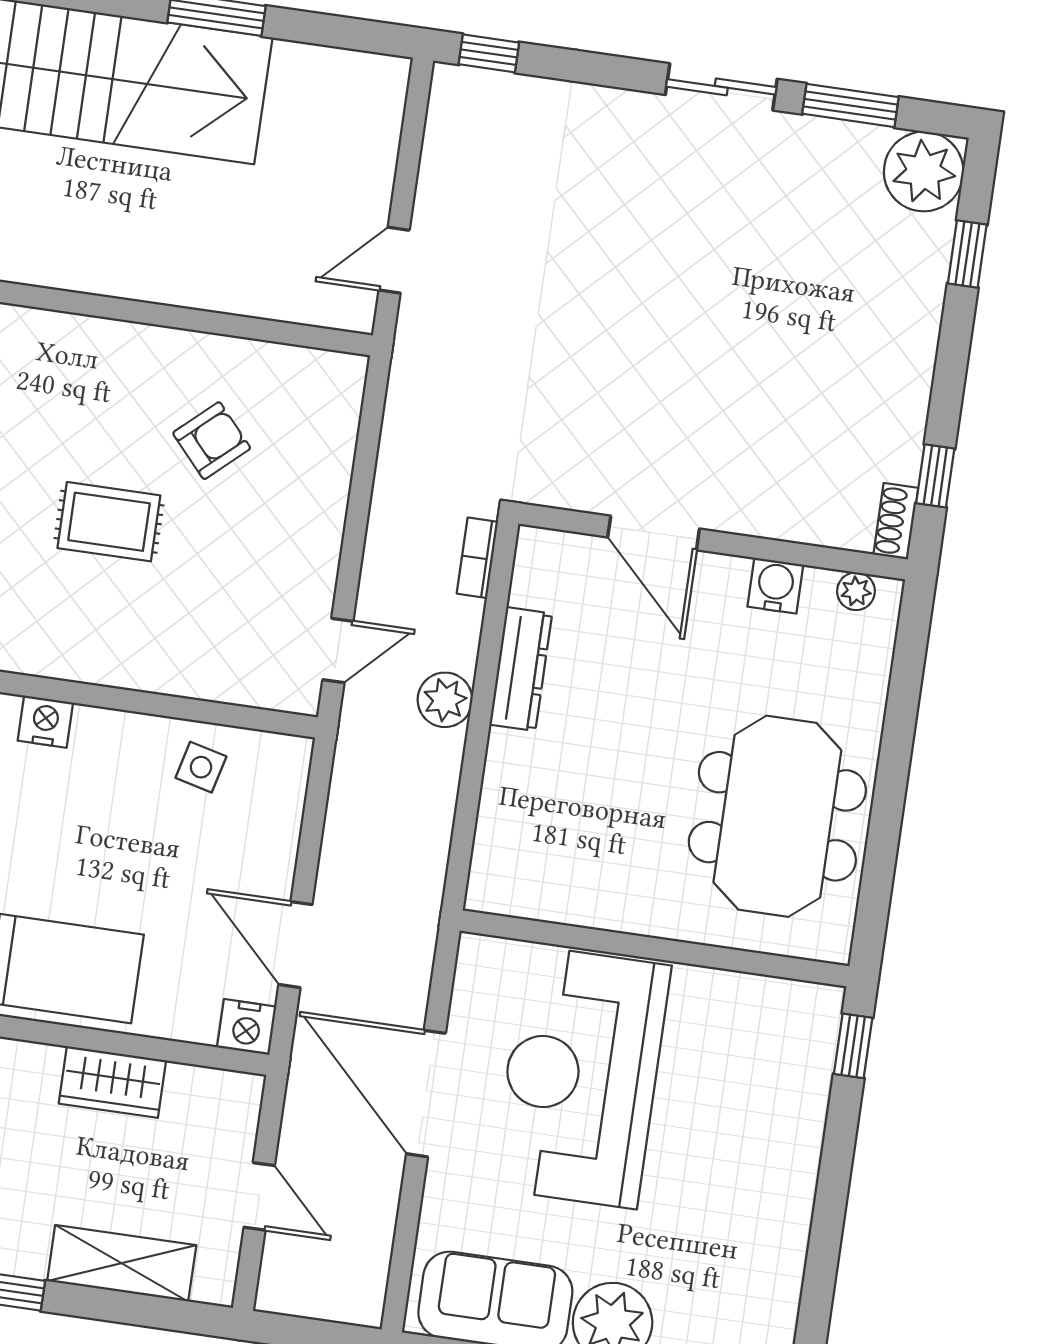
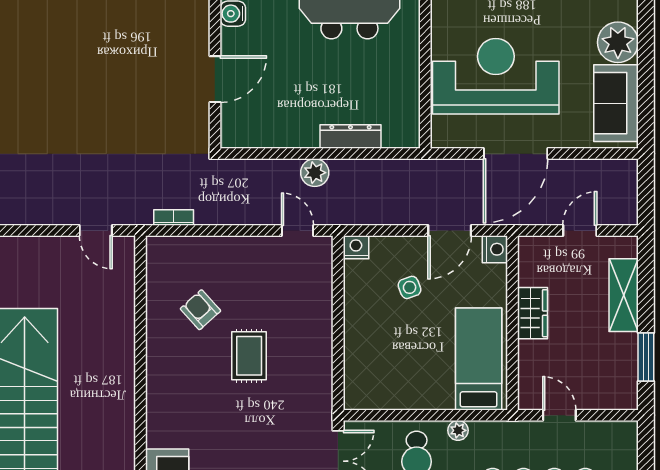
bookcase: (477, 558) -> (174, 217), moved, turned 180
dresser: (521, 669) -> (350, 137), moved
nightstand: (45, 722) -> (356, 247), moved, turned 90
side table: (201, 767) -> (410, 287), moved, turned -34
reception desk: (581, 1077) -> (496, 76), turned 180

